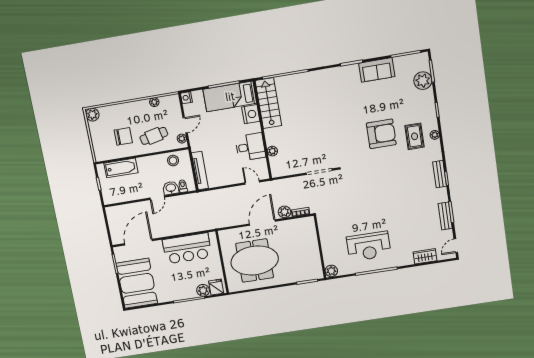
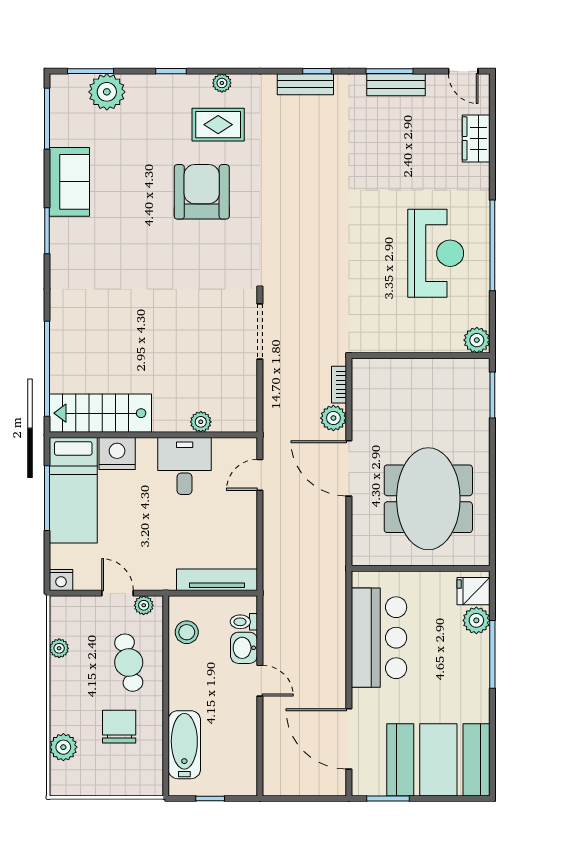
plant: (92, 115) -> (63, 747), moved

